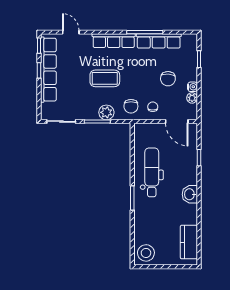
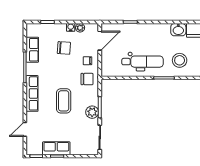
row of seats: (159, 41) -> (32, 50), width x0.68
row of seats: (48, 70) -> (56, 148), width x0.50
plant: (106, 112) -> (92, 112), moved
dental chair: (152, 172) -> (142, 62), turned 180
washbasin: (190, 194) -> (178, 30), moved
stool: (153, 217) -> (180, 60), added

